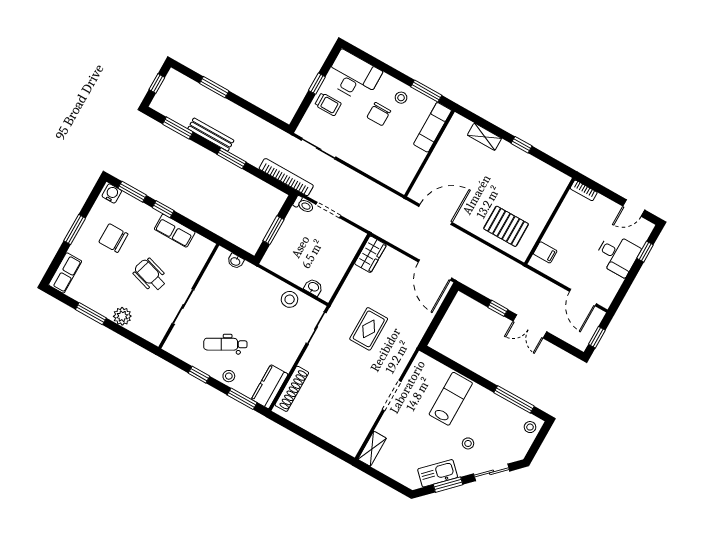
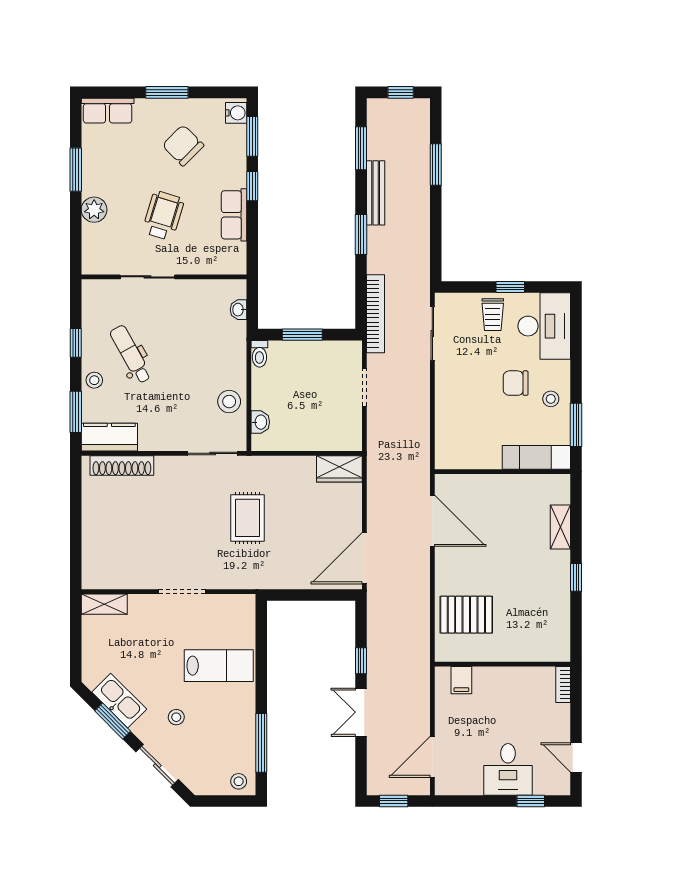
toilet: (304, 205) -> (259, 354), moved
pallet: (506, 226) -> (466, 615), turned 90
chair: (113, 238) -> (183, 145), turned -45
rug: (369, 329) -> (248, 518), turned 90

